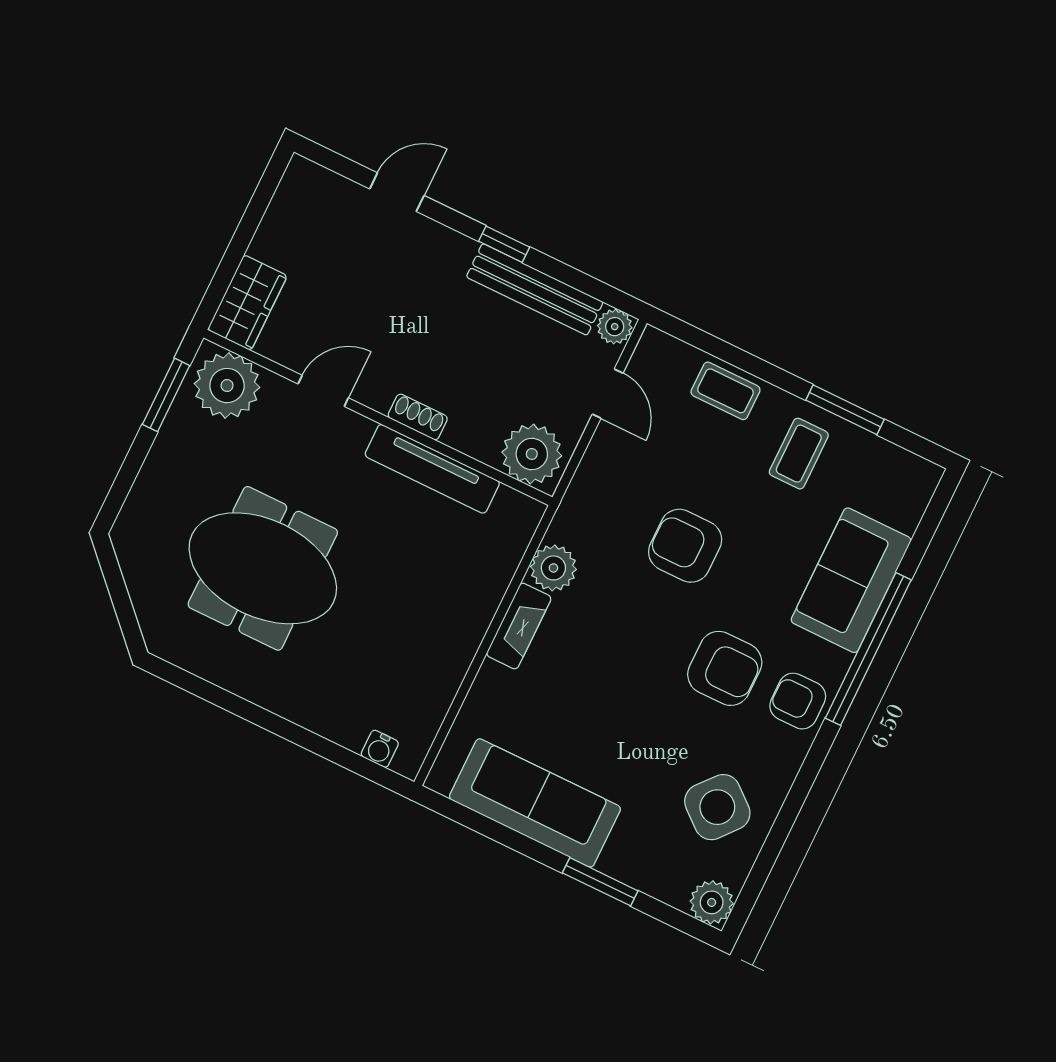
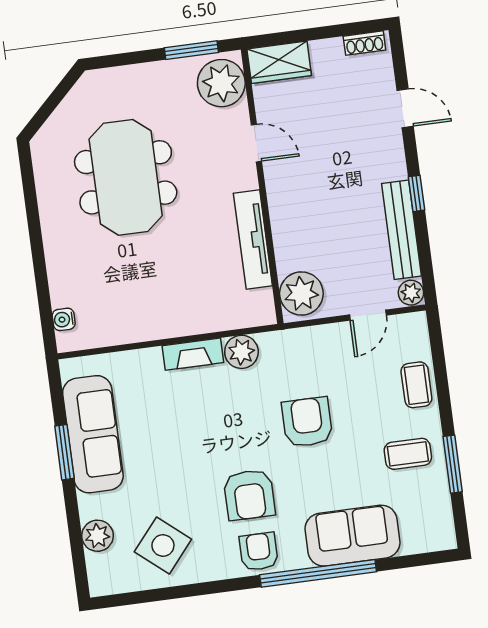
shoe rack: (418, 417) -> (364, 43), moved, turned 90
window: (600, 882) -> (64, 452), moved
plant: (712, 902) -> (98, 536), moved

